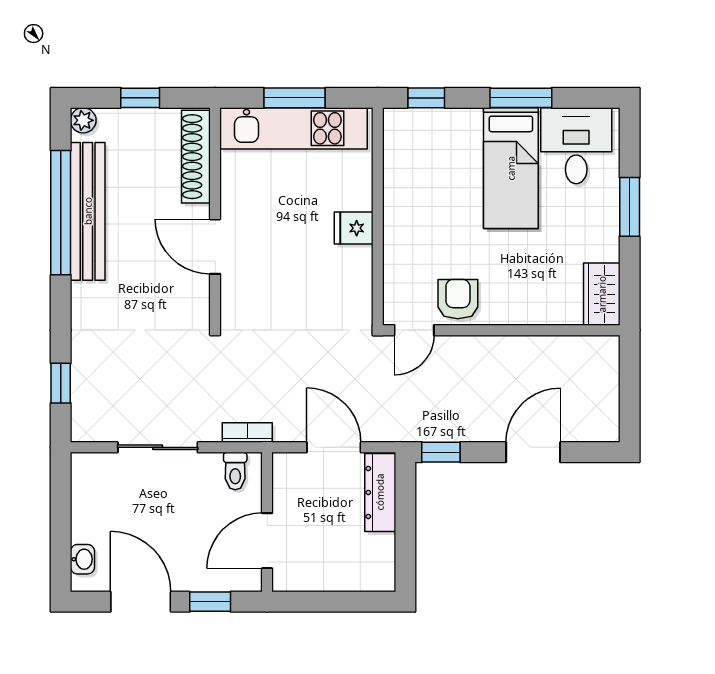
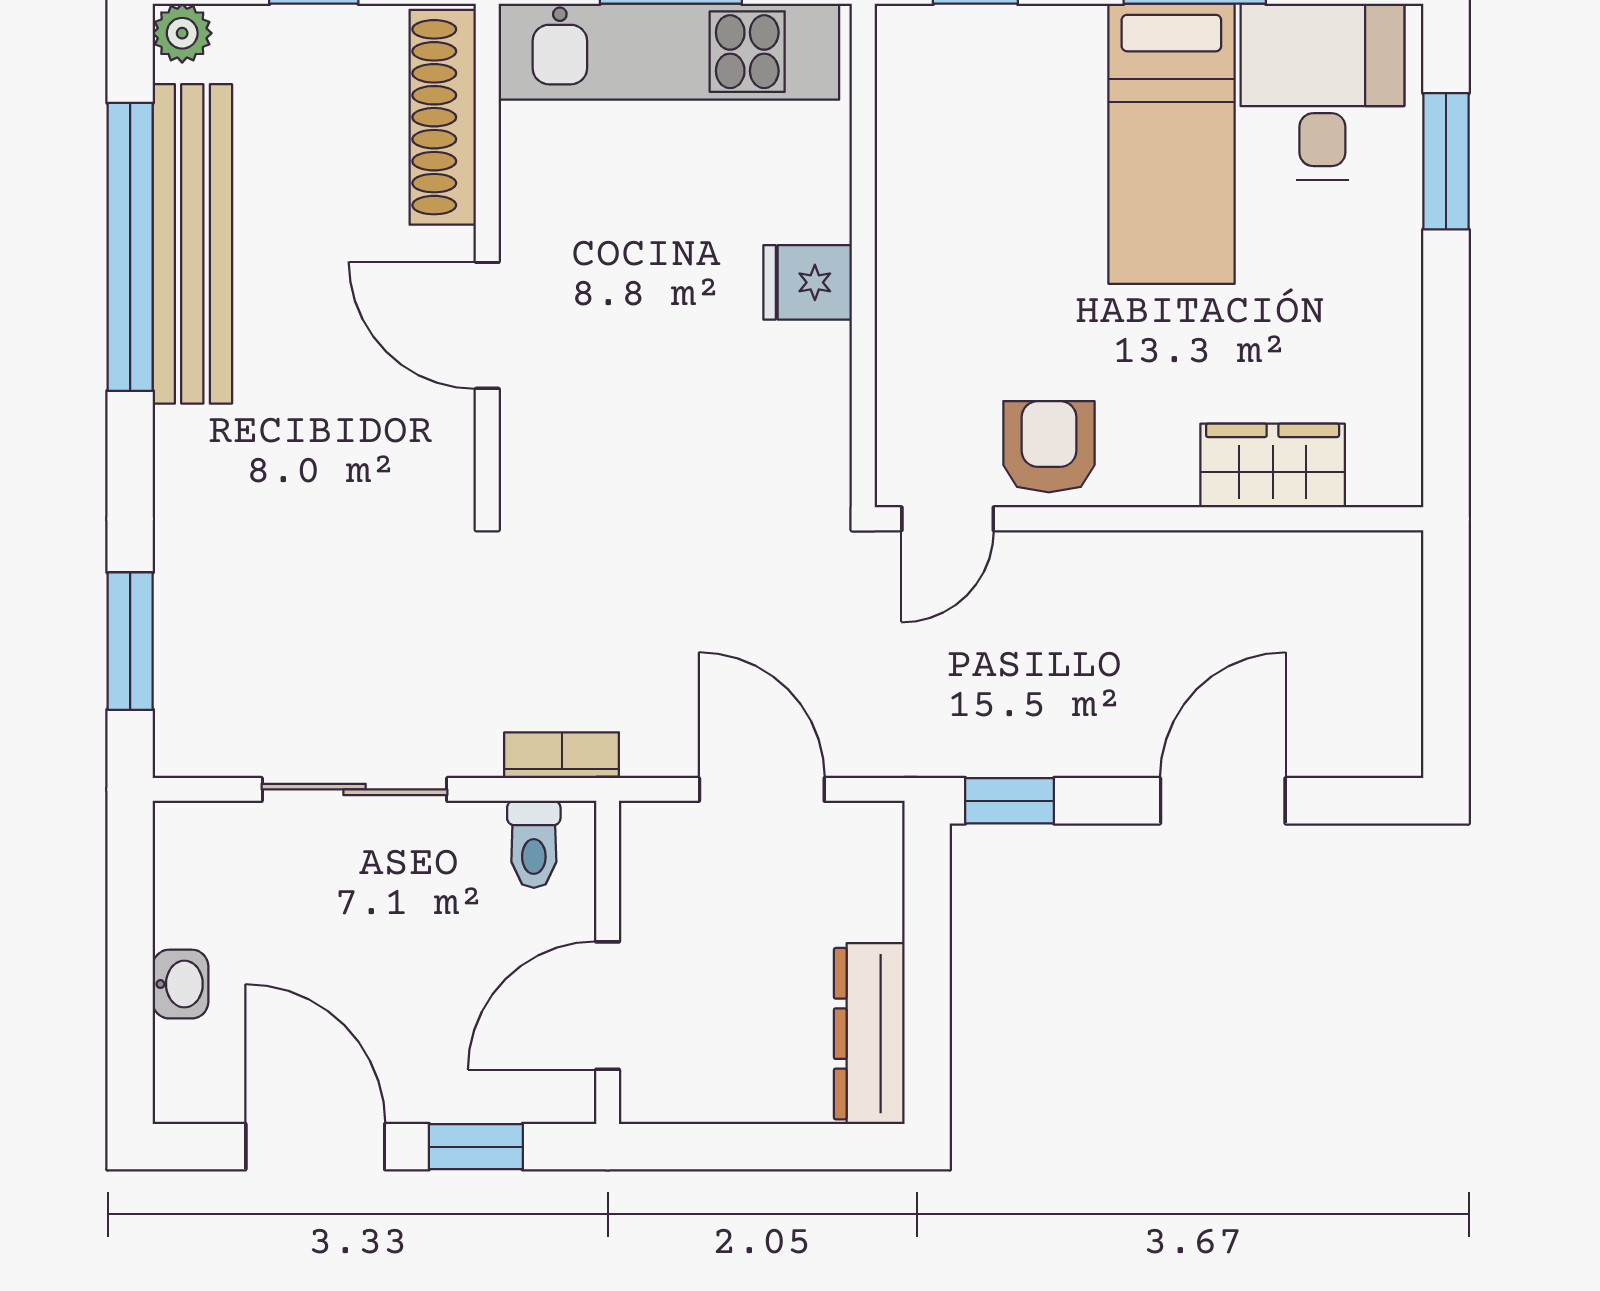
window: (630, 207) -> (1446, 161), moved
wardrobe: (602, 294) -> (1273, 466), moved, turned 90
window: (61, 383) -> (130, 641), width x1.50
dresser: (380, 492) -> (869, 1034), moved
washbasin: (82, 559) -> (180, 984), moved

